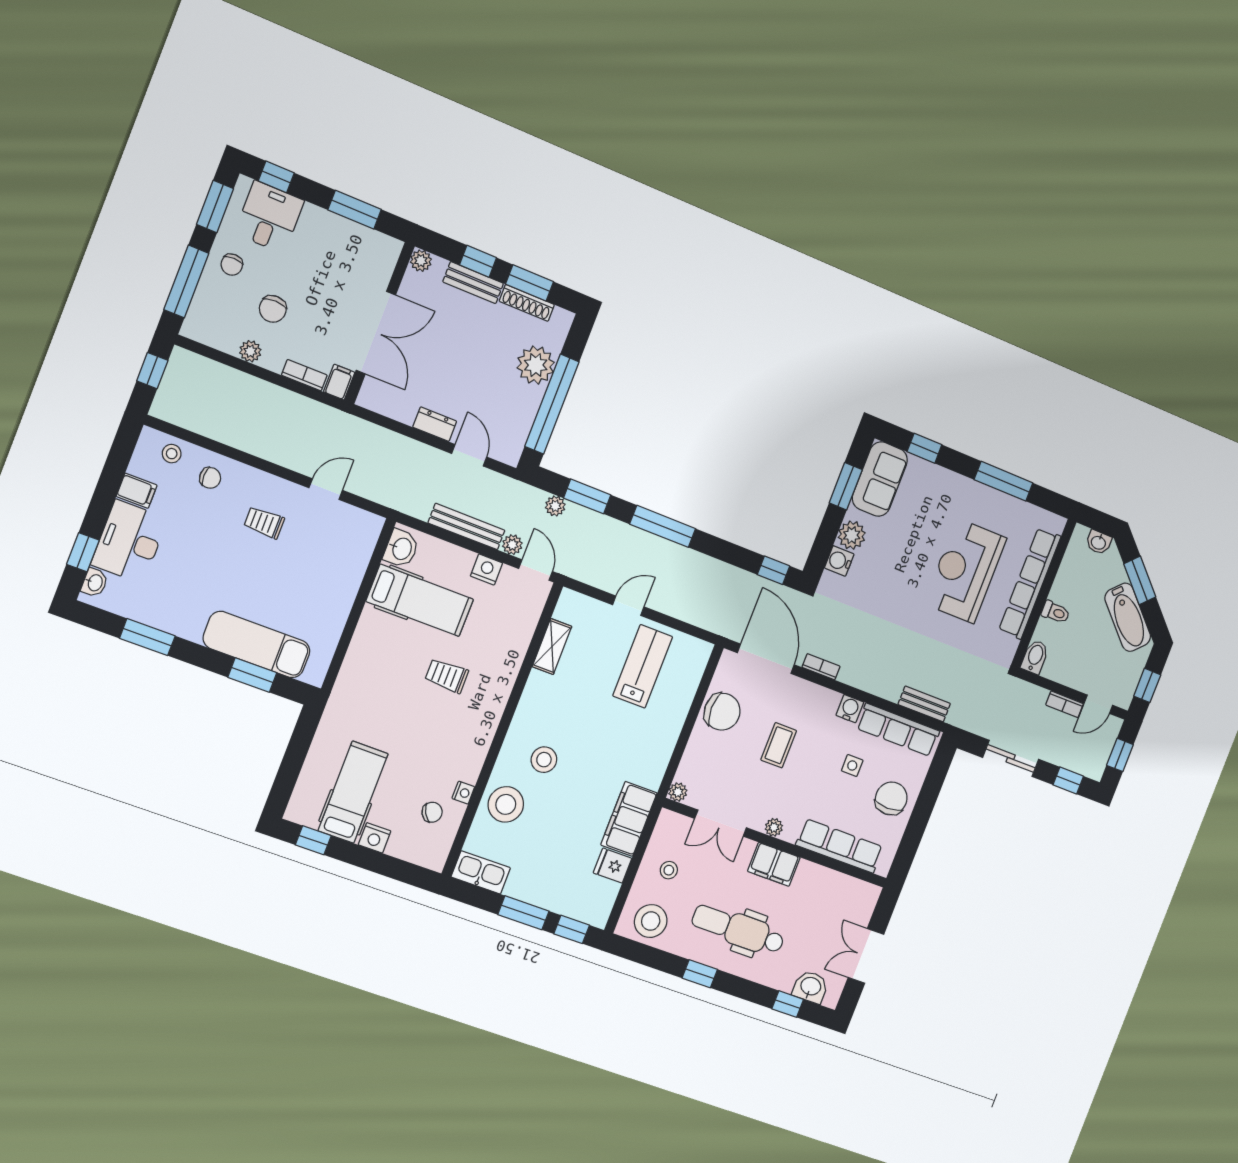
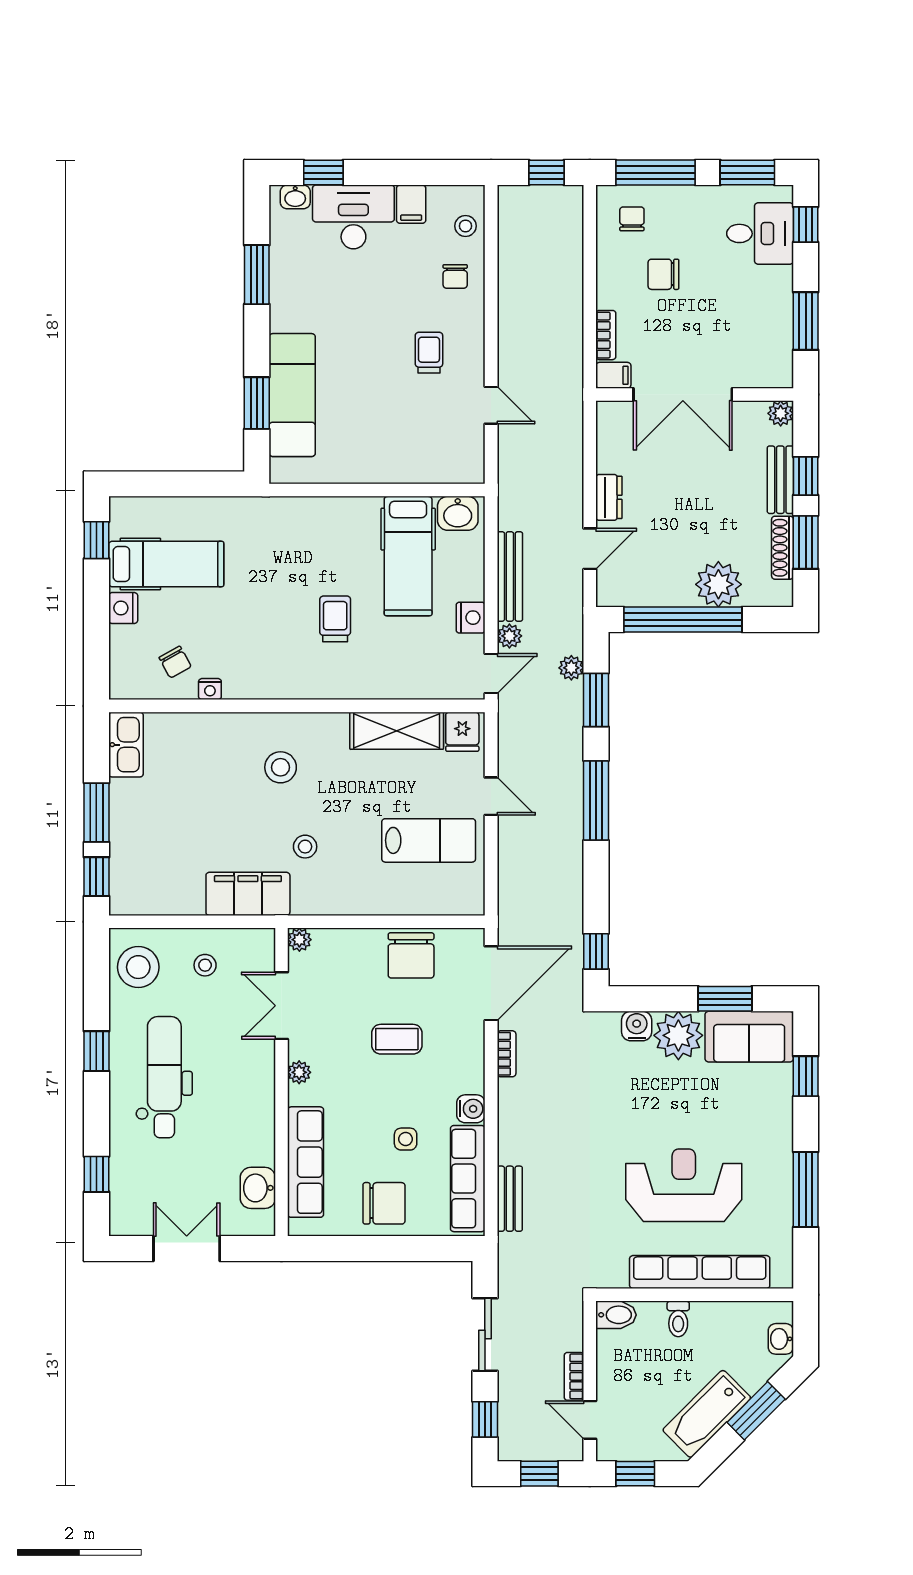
chair: (232, 265) -> (632, 219), moved, turned 90
plant: (250, 351) -> (608, 268), removed
plant: (852, 535) -> (678, 1035), width x1.36, depth x1.36
shelving: (552, 646) -> (397, 731), width x1.50, depth x1.33
stool: (506, 804) -> (305, 847), moved, width x0.53, depth x0.53
filing cabinet: (774, 864) -> (256, 1090), removed
fridge: (613, 866) -> (462, 732), moved, turned 180
washbasin: (811, 987) -> (258, 1188), moved, turned 180

